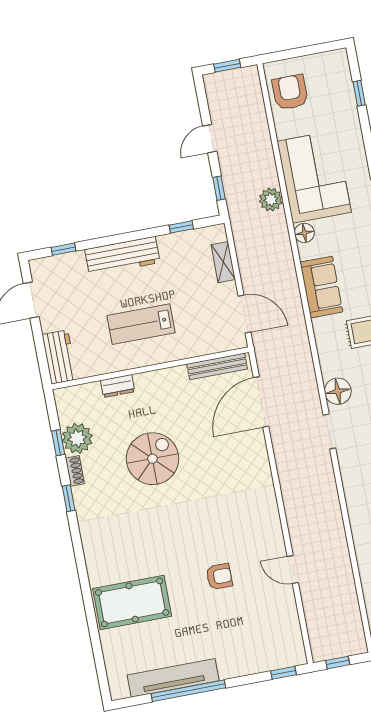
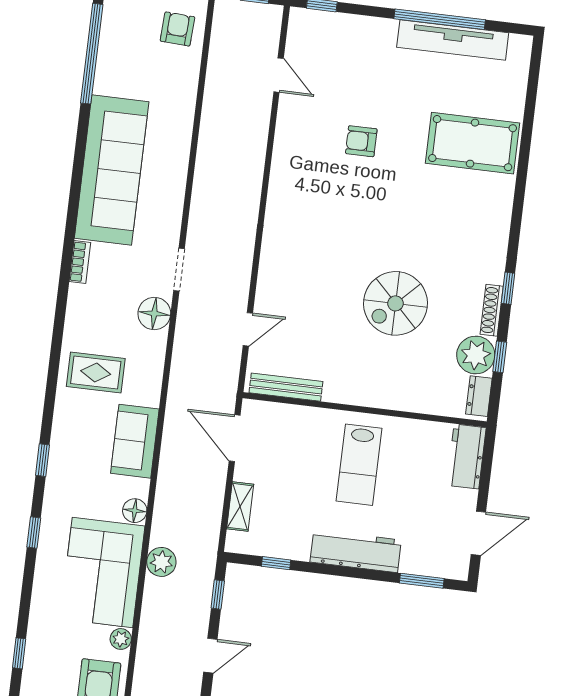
plant: (284, 130) -> (121, 639), added
window: (63, 249) -> (422, 581), width x1.50
lab bench: (141, 324) -> (359, 465), turned 90
dresser: (118, 386) -> (479, 396), moved, turned -90
door: (261, 402) -> (248, 329), width x0.53
shoe rack: (75, 471) -> (492, 310), width x1.43
door: (293, 570) -> (279, 75), moved

